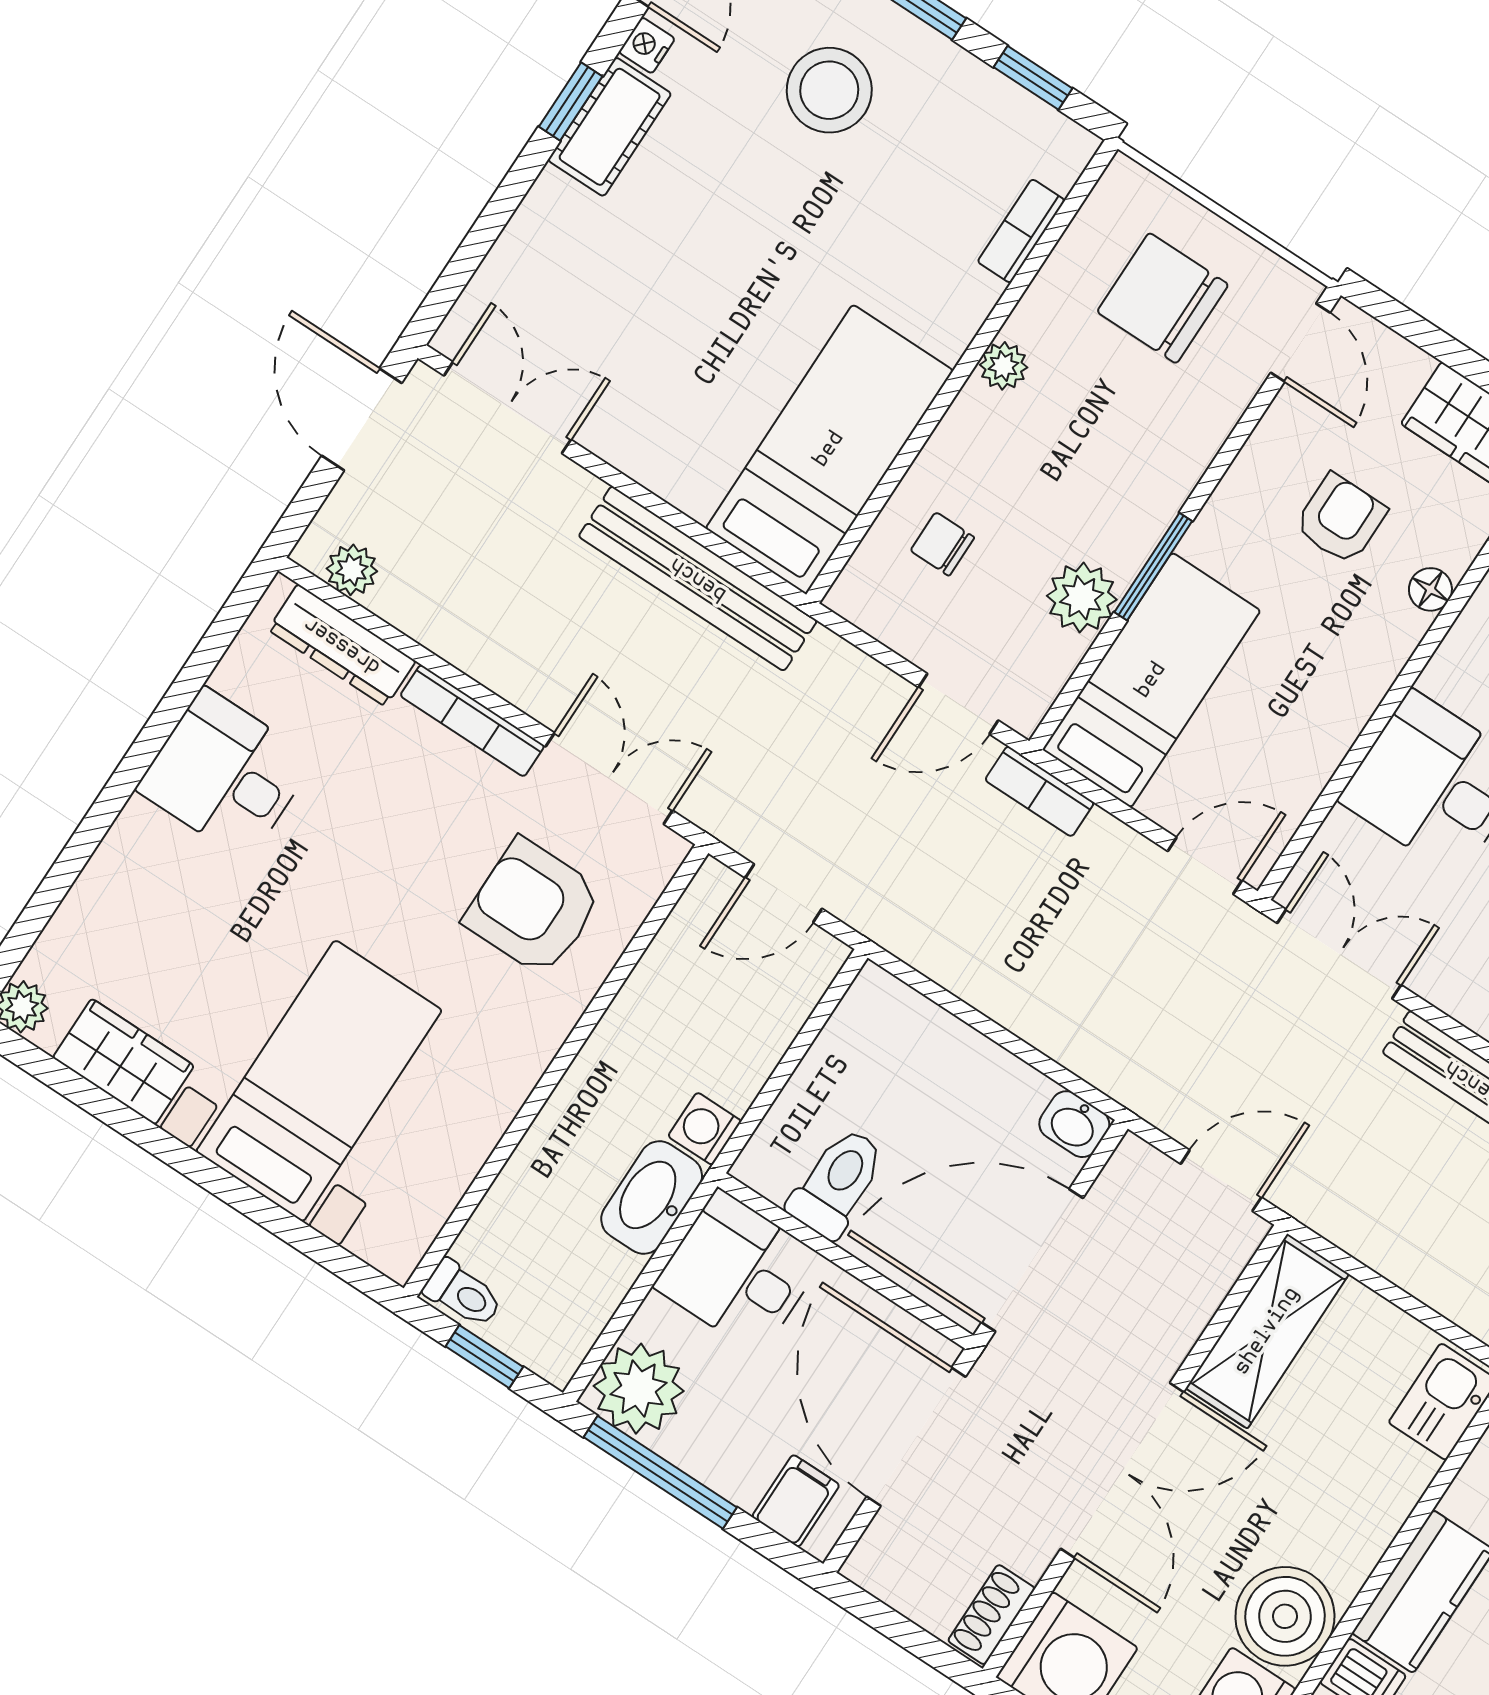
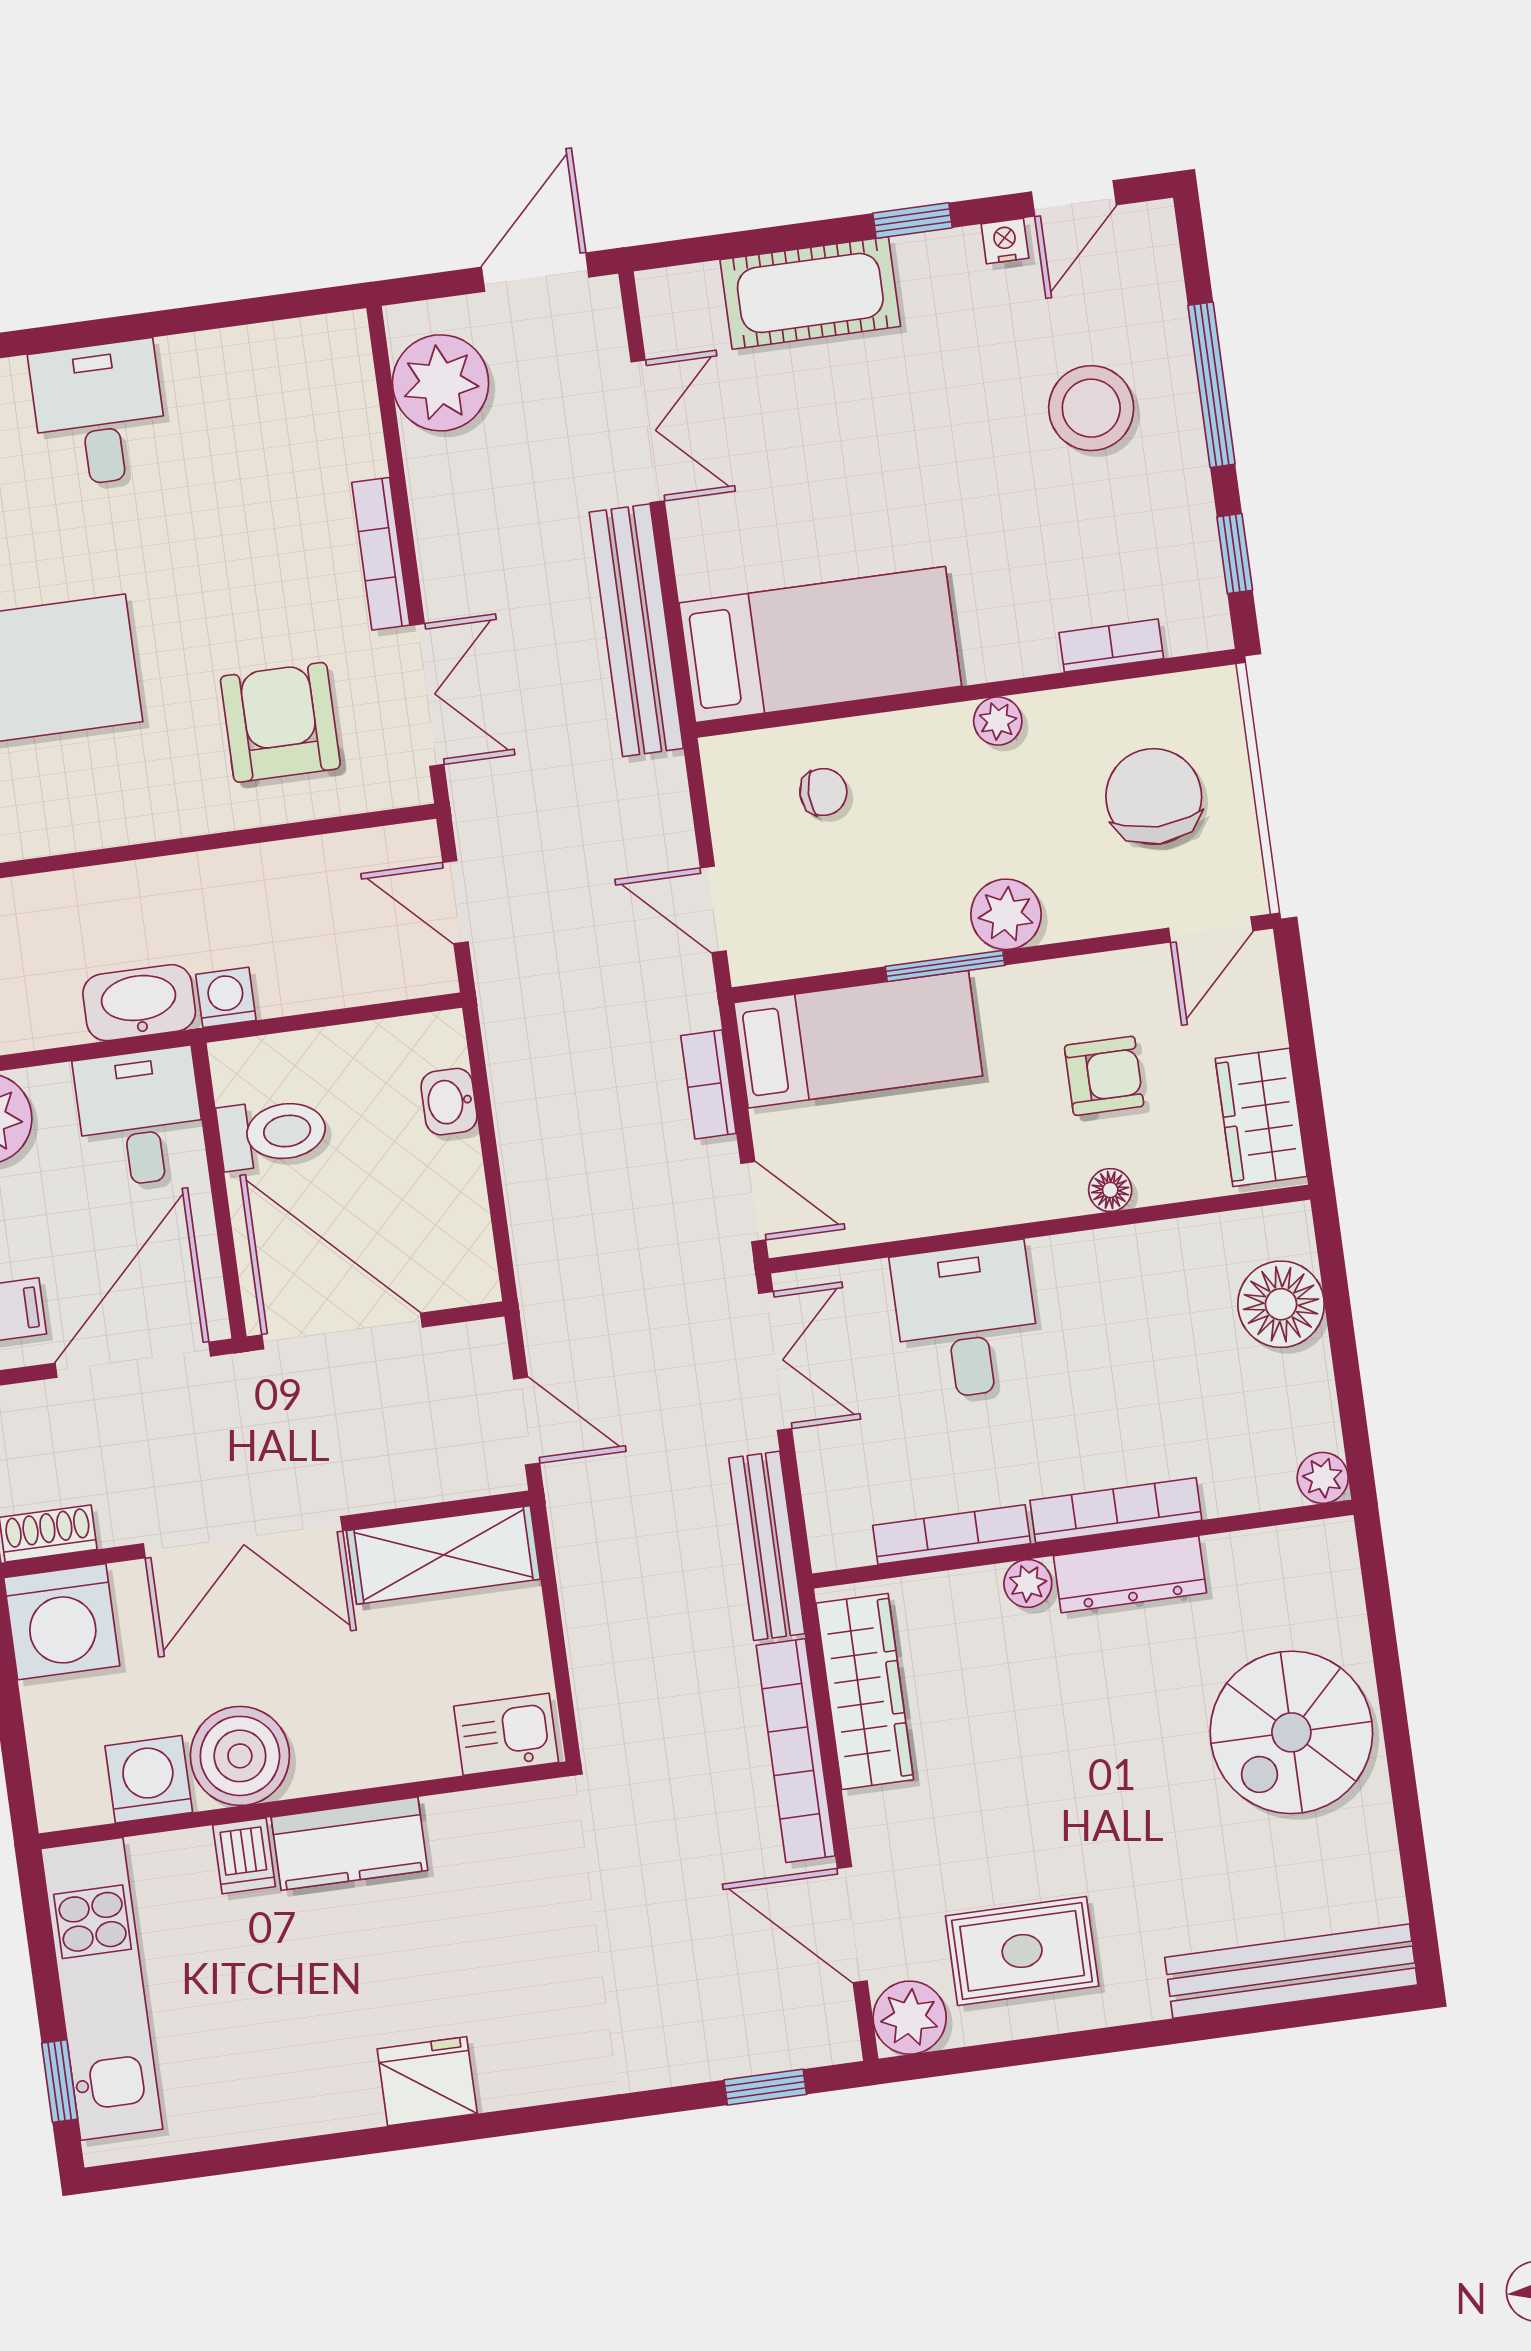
cot: (610, 127) -> (810, 293), moved, width x1.37, depth x1.34
double door: (507, 408) -> (648, 431), moved
chair: (942, 544) -> (823, 792), turned 90
plant: (352, 570) -> (441, 383), width x1.87, depth x1.87
plant: (1082, 598) -> (1006, 914), moved
dresser: (342, 645) -> (352, 406), removed
desk: (225, 774) -> (99, 414), moved
bookcase: (1040, 791) -> (708, 1084), moved
washbasin: (1074, 1124) -> (449, 1102), moved

